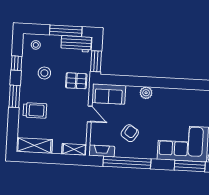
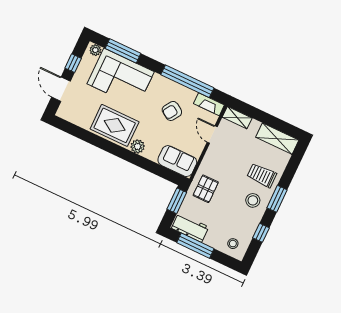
stool: (44, 73) -> (253, 200), moved
pallet: (76, 81) -> (206, 189), turned 90
rug: (172, 102) -> (115, 125), added
door: (90, 114) -> (212, 134), moved

